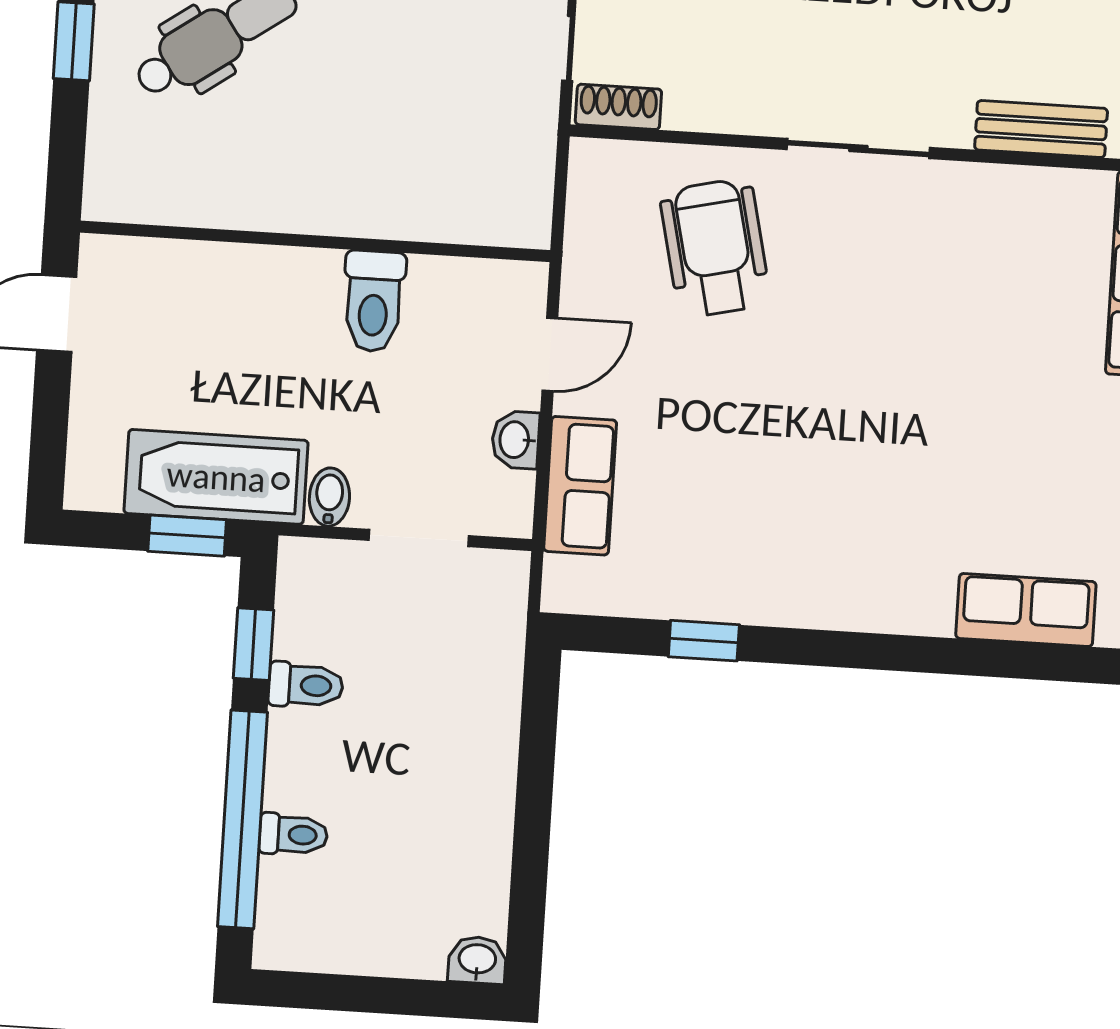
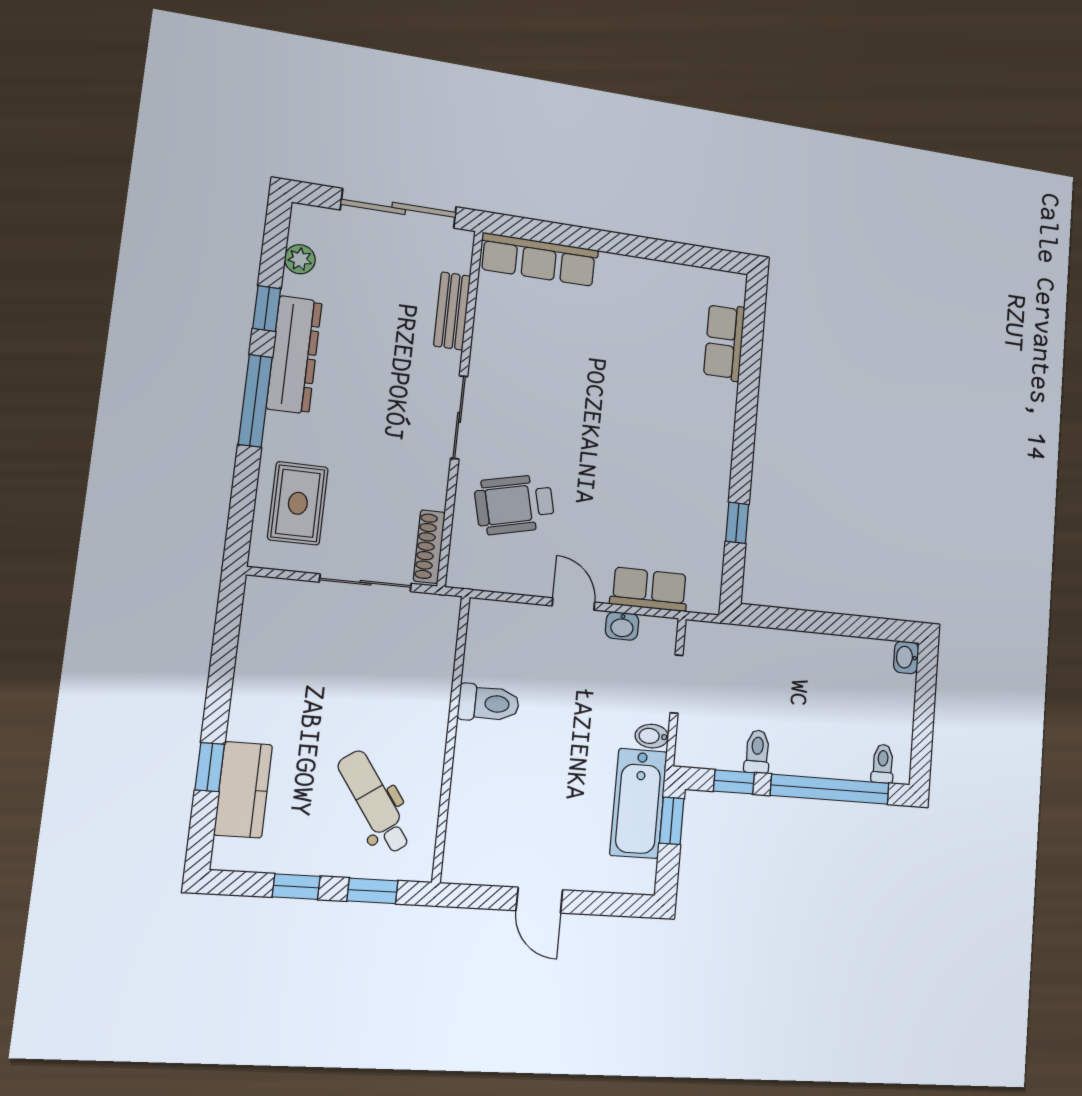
shoe rack: (618, 107) -> (429, 547), width x1.43
wall: (315, 241) -> (451, 738), moved
toilet: (374, 301) -> (489, 703), moved
toilet: (293, 834) -> (883, 764), moved

